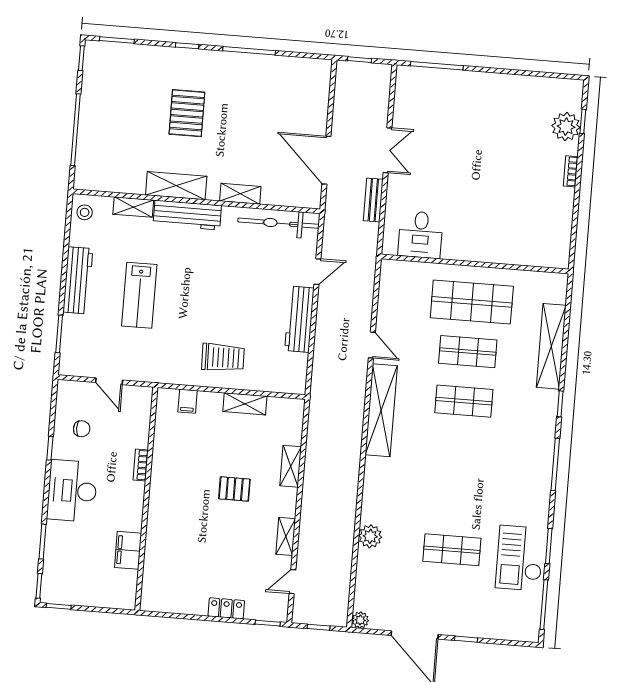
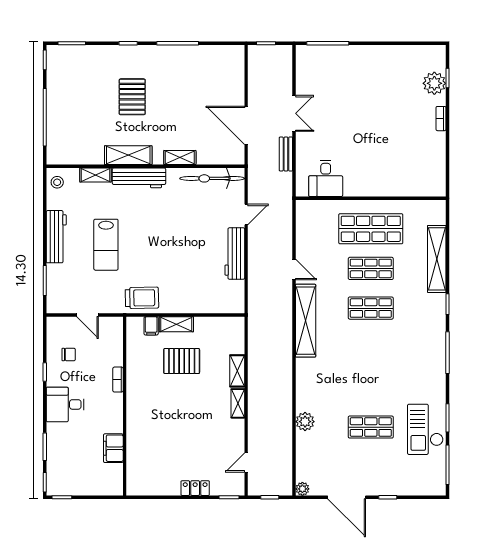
trolley: (223, 357) -> (142, 298), moved
shelving: (245, 404) -> (176, 324), moved
pallet: (234, 489) -> (182, 361), moved, width x1.50, depth x1.42
desk: (72, 491) -> (65, 404), width x0.73
shelving: (286, 536) -> (238, 403), moved

